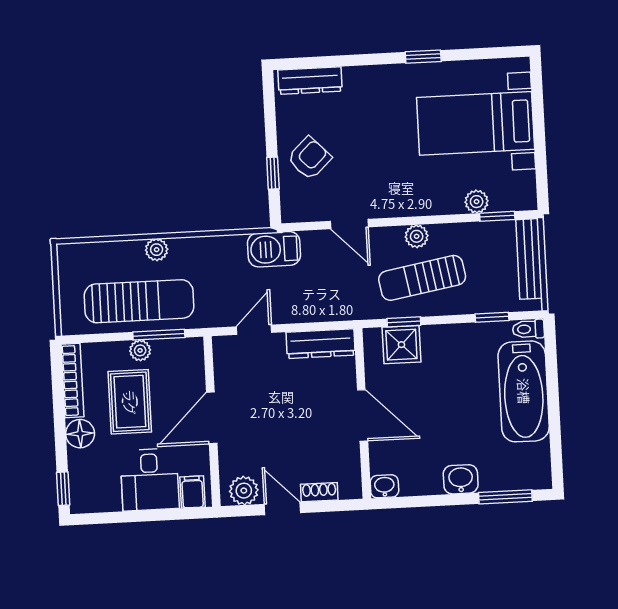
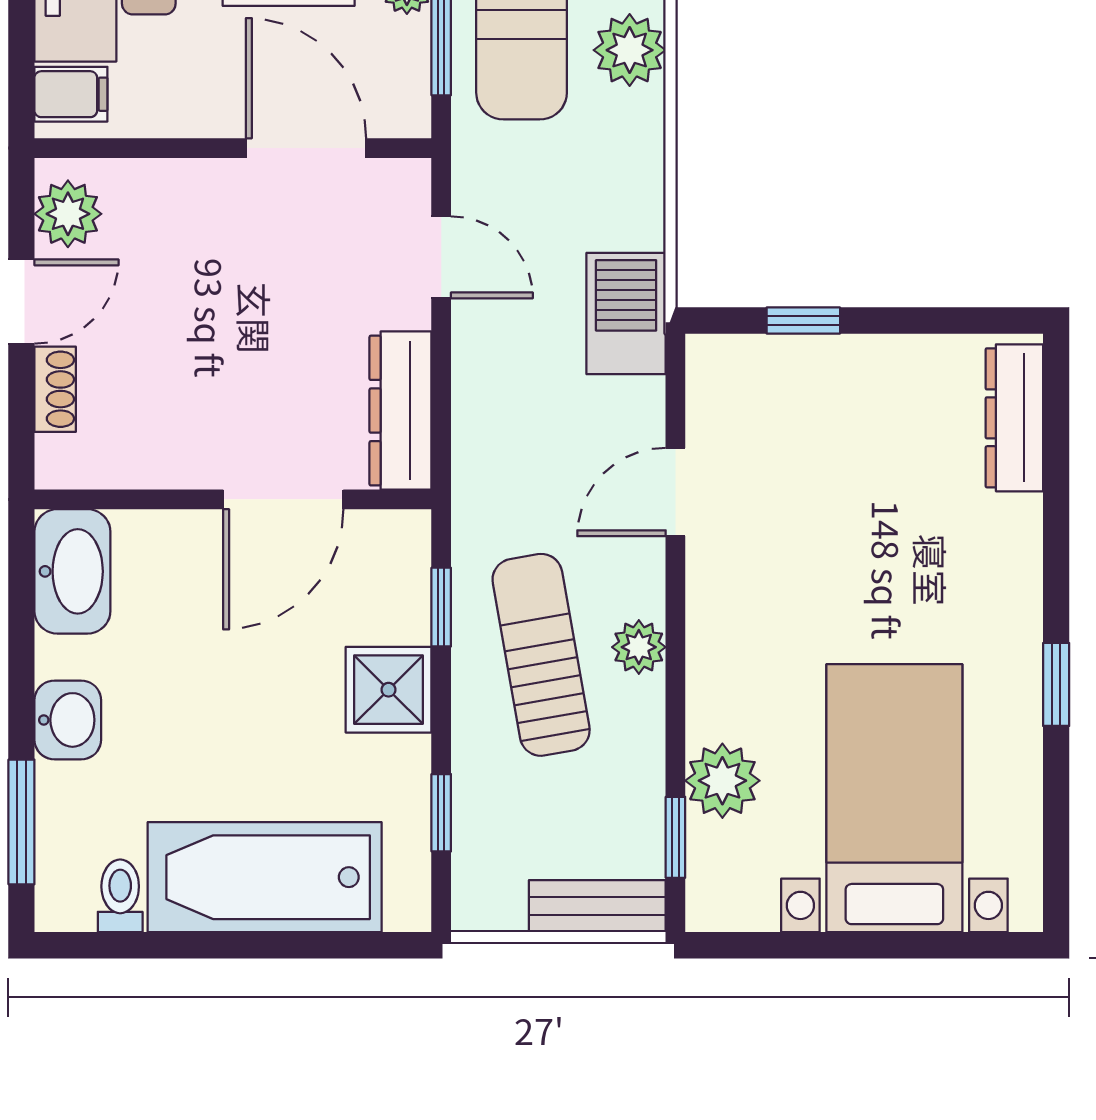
armchair: (309, 158) -> (834, 407), removed
plant: (477, 202) -> (722, 781), width x1.38, depth x1.38
plant: (157, 250) -> (630, 50), width x1.38, depth x1.38
bench: (529, 259) -> (597, 906), width x0.73
toilet: (528, 329) -> (120, 896), moved
shower: (401, 345) -> (389, 690), moved
door: (363, 415) -> (283, 499), moved
door: (212, 418) -> (306, 148), moved
washbasin: (384, 486) -> (72, 571), width x1.91, depth x1.45

